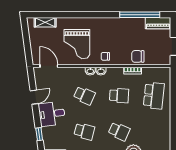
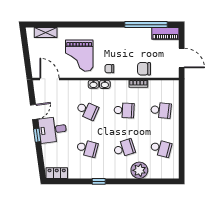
school desk: (154, 96) -> (161, 110), width x0.54
school desk: (119, 131) -> (124, 148), turned -42
school desk: (154, 131) -> (161, 148), added
window: (39, 134) -> (37, 135), moved

